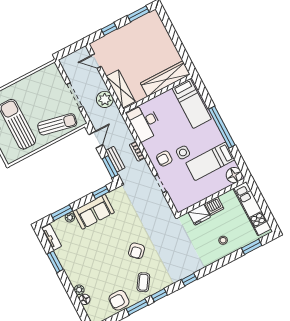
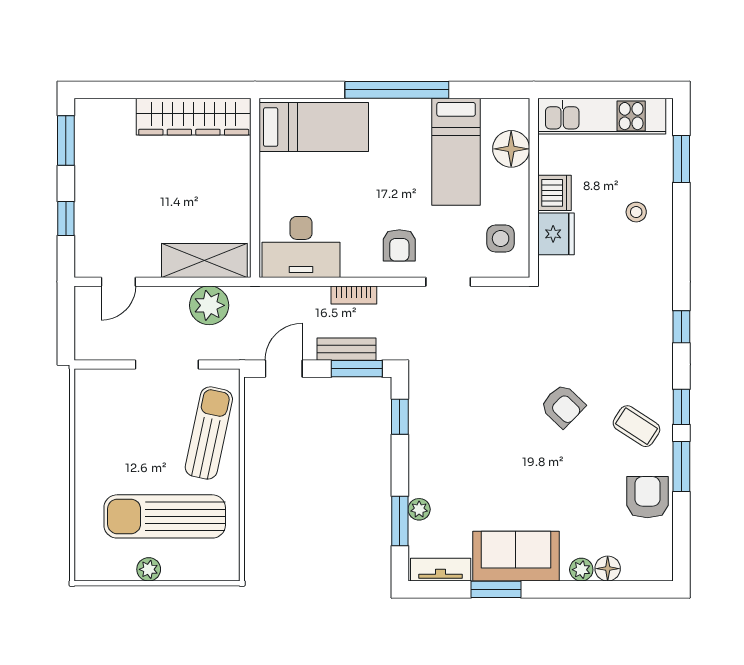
wardrobe: (165, 79) -> (194, 117), moved, turned -90
door: (96, 140) -> (284, 369), hinge flipped
side table: (183, 152) -> (501, 239), moved
floor lamp: (234, 175) -> (511, 149), moved
sofa: (94, 212) -> (516, 556), moved, turned -90
armchair: (119, 300) -> (647, 497), turned 180

